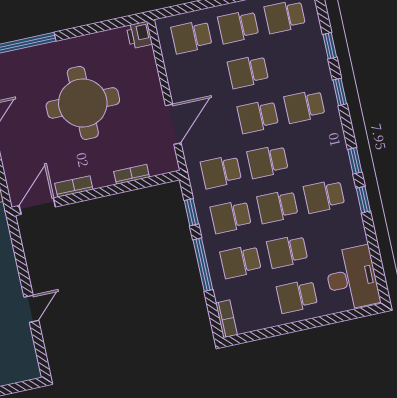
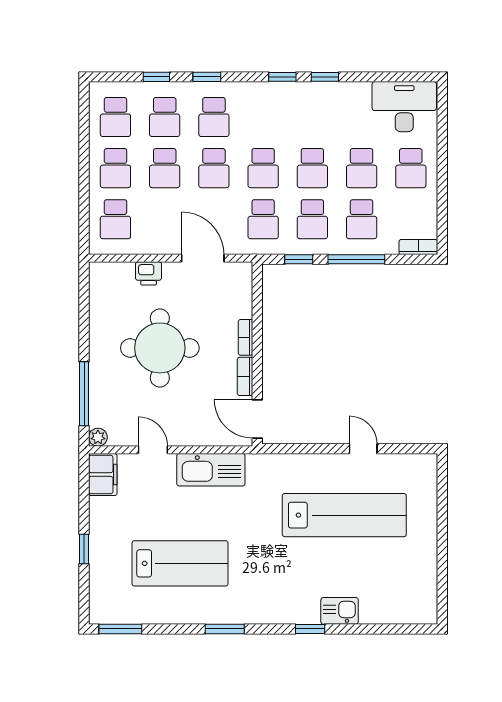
printer: (139, 35) -> (149, 273), moved
bookcase: (132, 174) -> (246, 337), moved
school desk: (324, 196) -> (165, 117), moved

